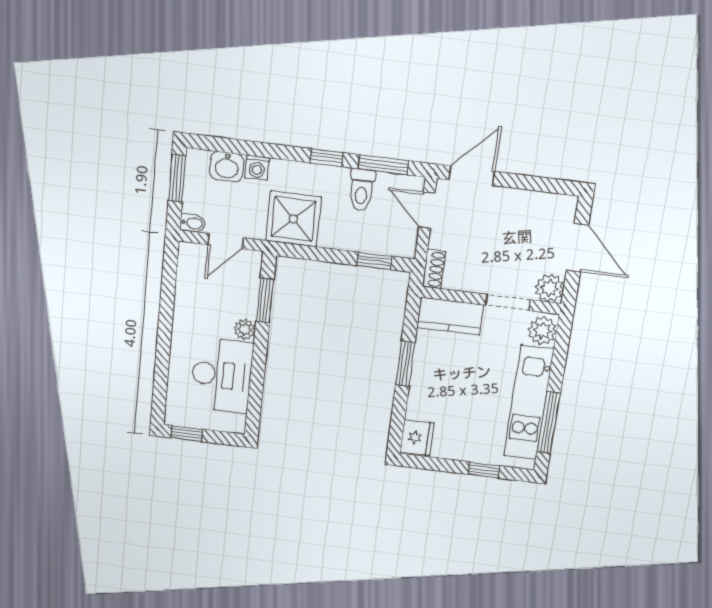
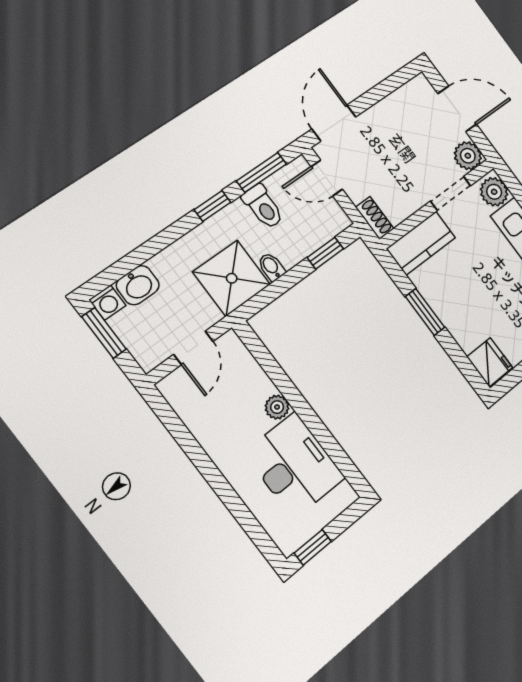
washing machine: (257, 168) -> (107, 303), moved
bidet: (193, 223) -> (271, 267), moved, turned -90
window: (265, 300) -> (271, 367), removed

